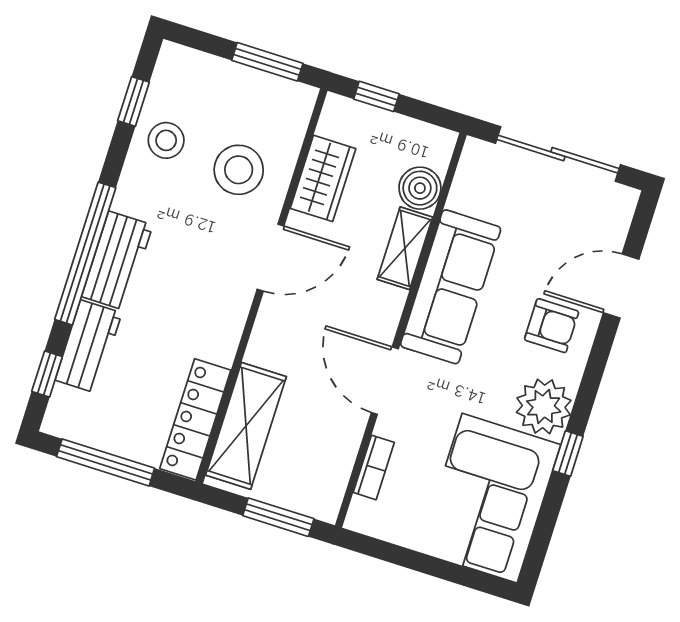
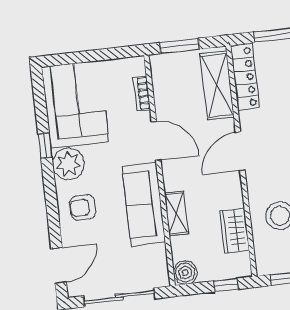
boiler: (420, 188) -> (185, 273), moved
door: (271, 258) -> (240, 151), moved
door: (621, 286) -> (59, 265), moved

